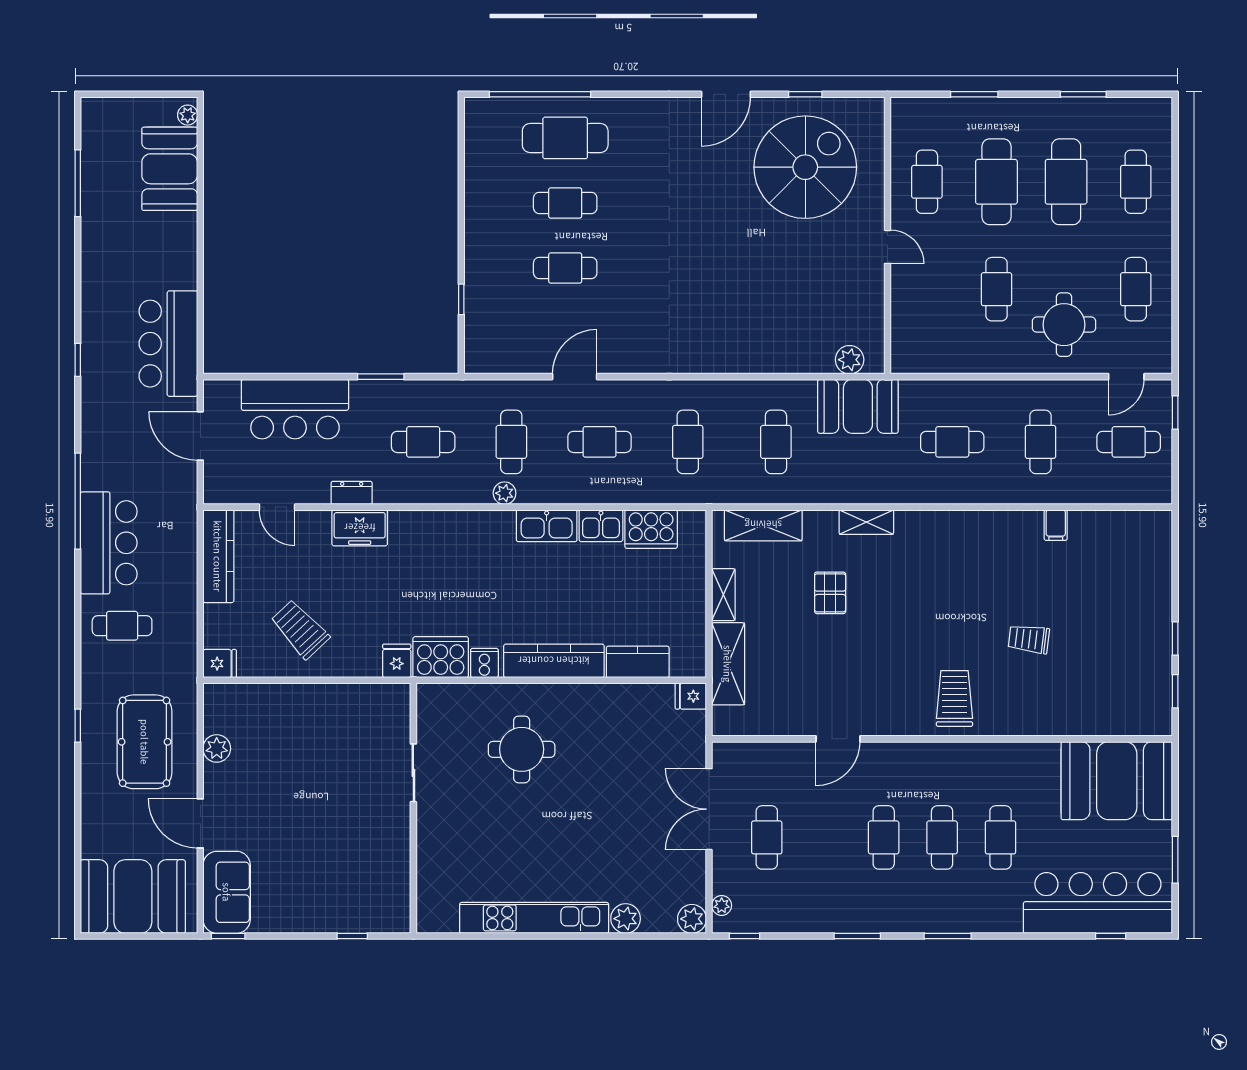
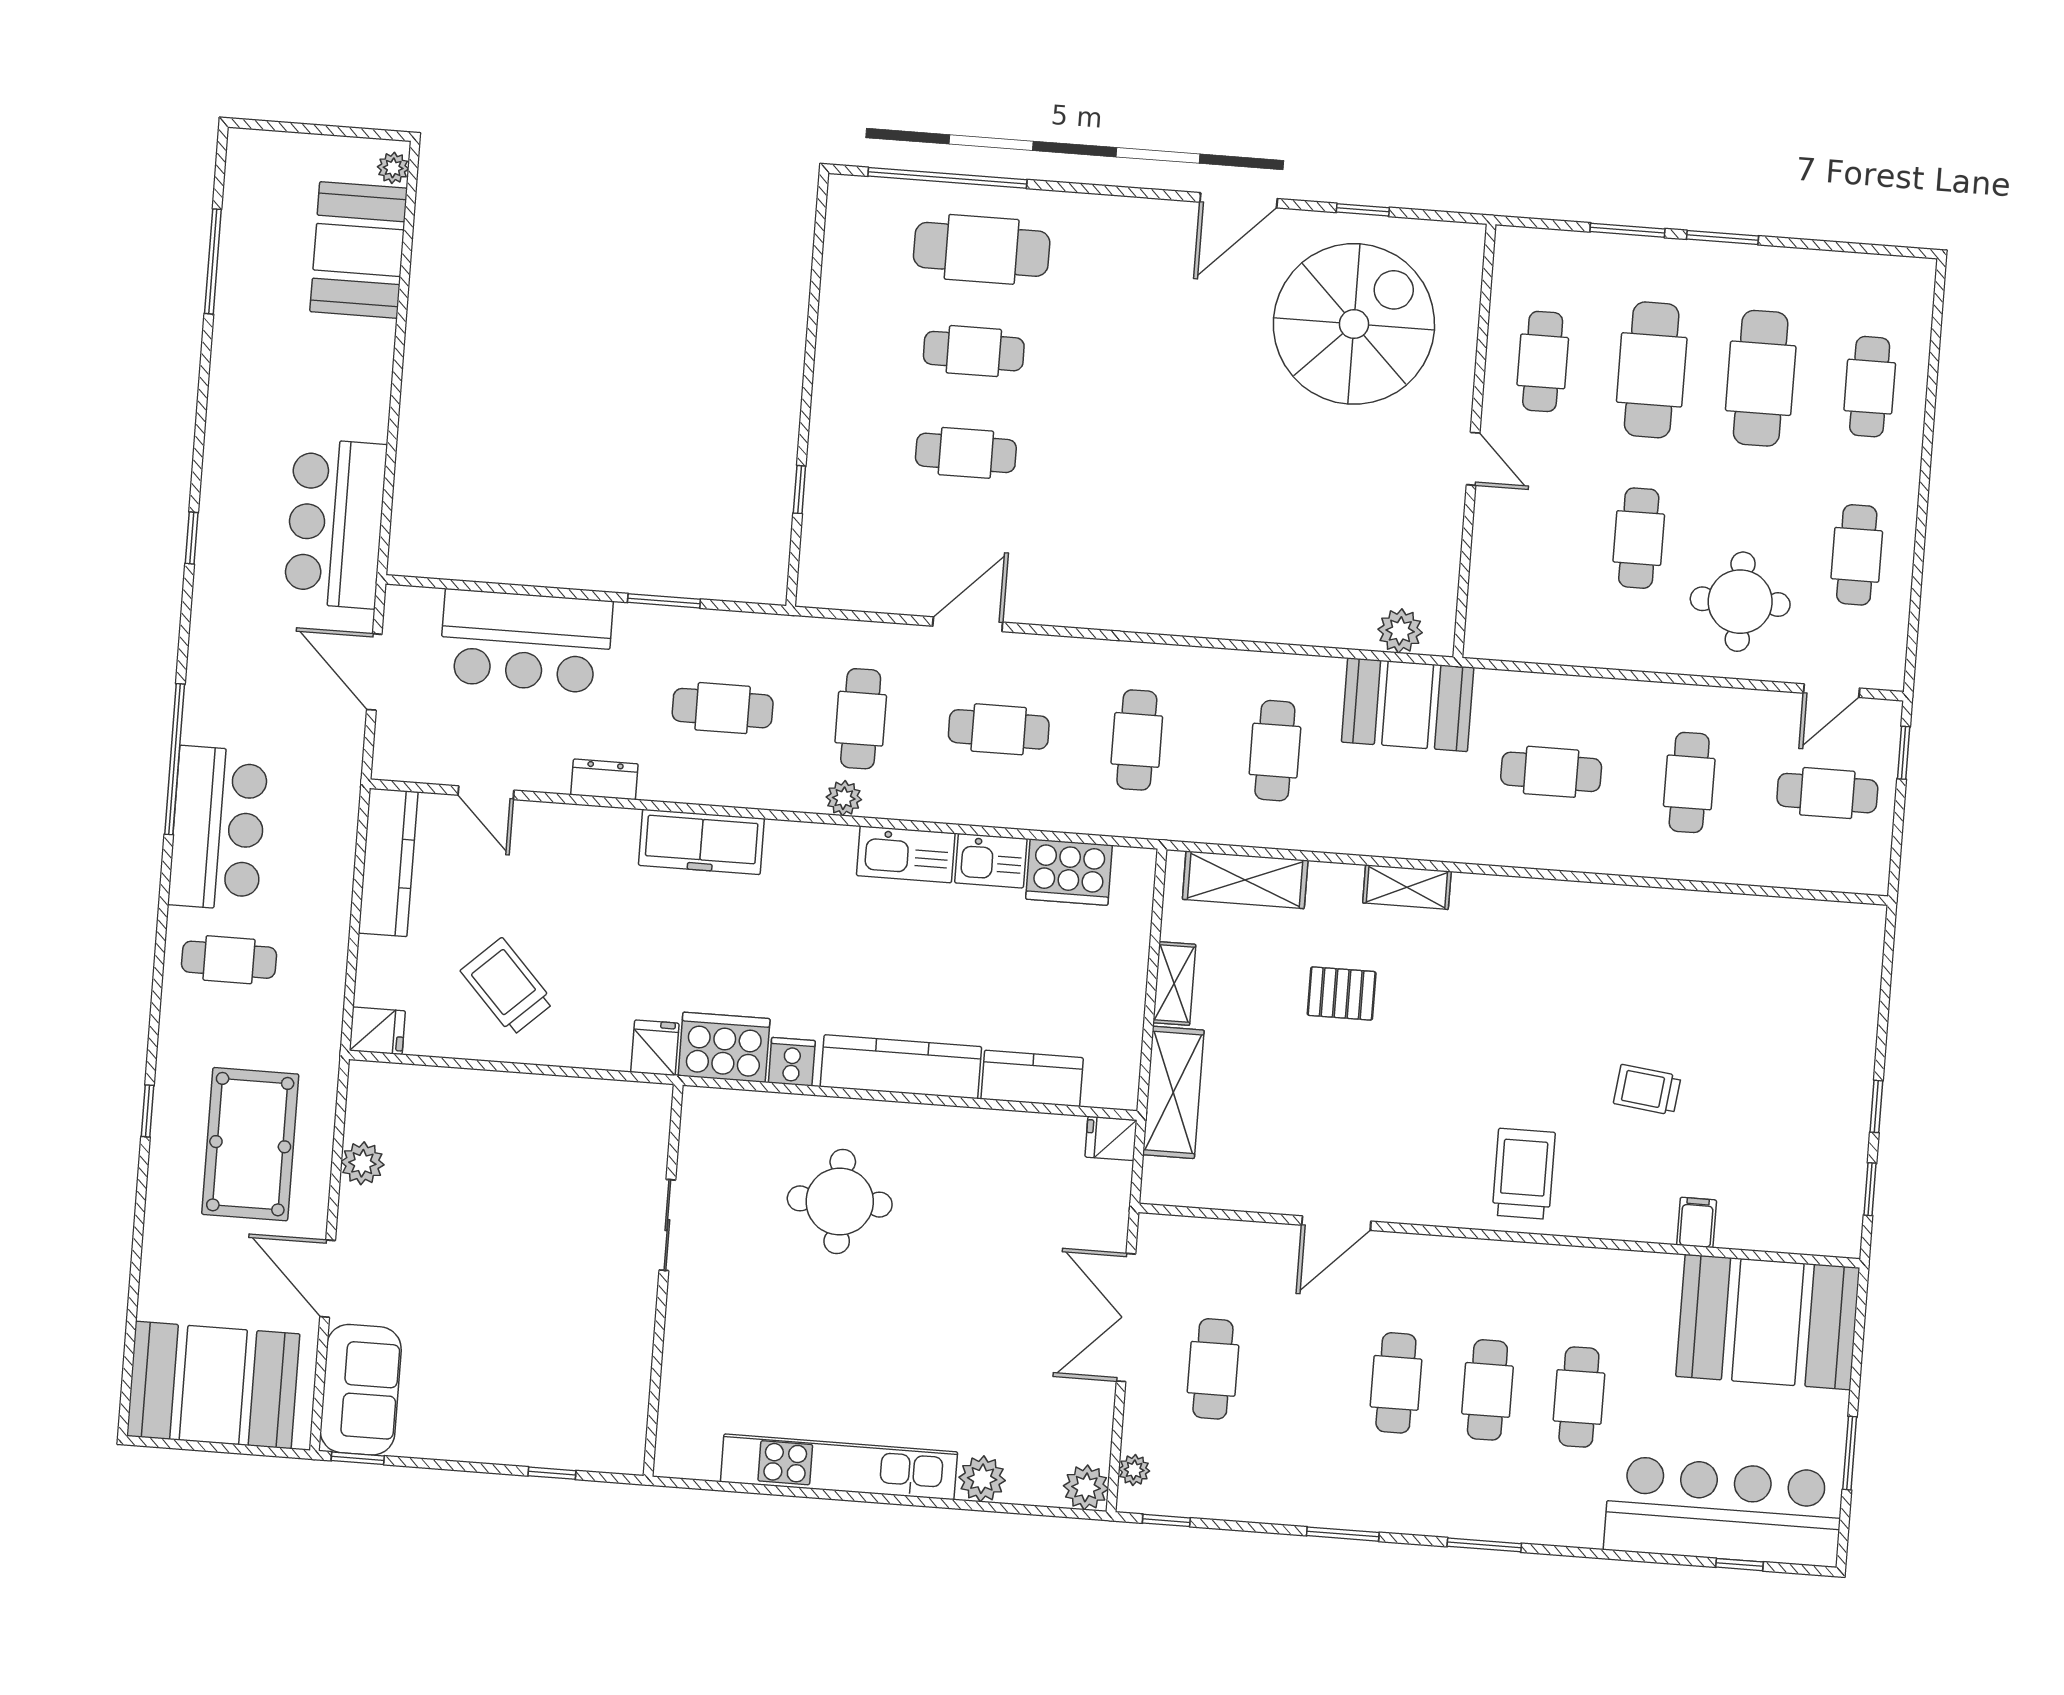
window: (1083, 94) -> (1722, 238), moved
filing cabinet: (1056, 525) -> (1697, 1222), moved, turned 180
freezer: (360, 528) -> (701, 842), moved, width x1.40
pallet: (830, 593) -> (1342, 993), turned 90

